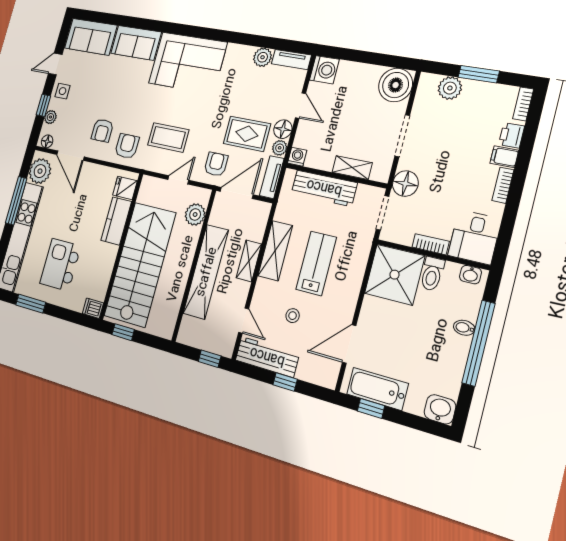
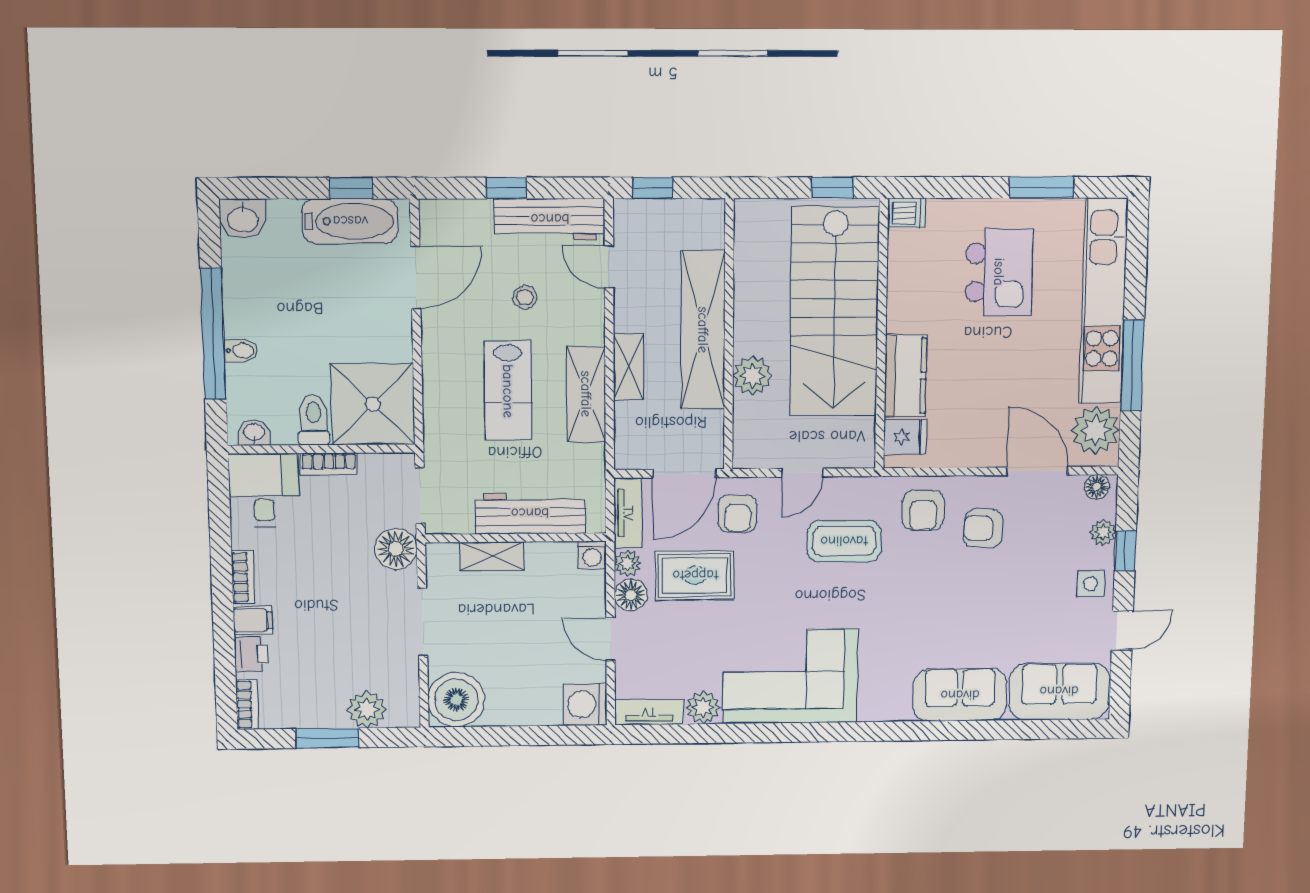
corner sofa: (188, 63) -> (790, 676), moved
armchair: (102, 130) -> (983, 529), turned -87
plant: (195, 215) -> (752, 376), moved

